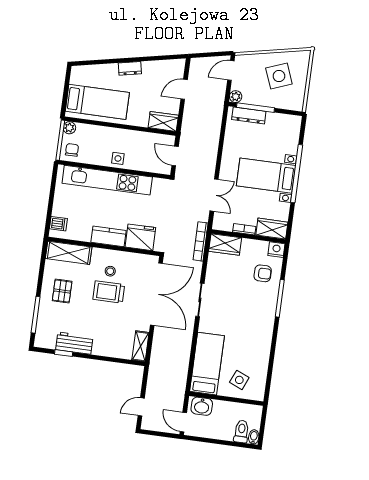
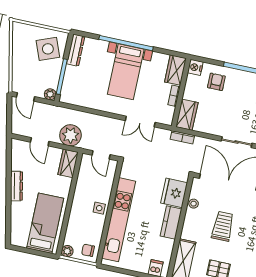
dresser: (130, 68) -> (16, 186), width x1.44
side table: (279, 76) -> (48, 49), moved
dresser: (249, 115) -> (76, 50), moved
plant: (193, 122) -> (70, 135), added
door: (175, 156) -> (101, 155), hinge flipped
double door: (214, 195) -> (140, 121), swing flipped
bookcase: (201, 241) -> (182, 137), width x0.64
stool: (110, 271) -> (194, 204), moved
trolley: (109, 292) -> (223, 226), turned 180

